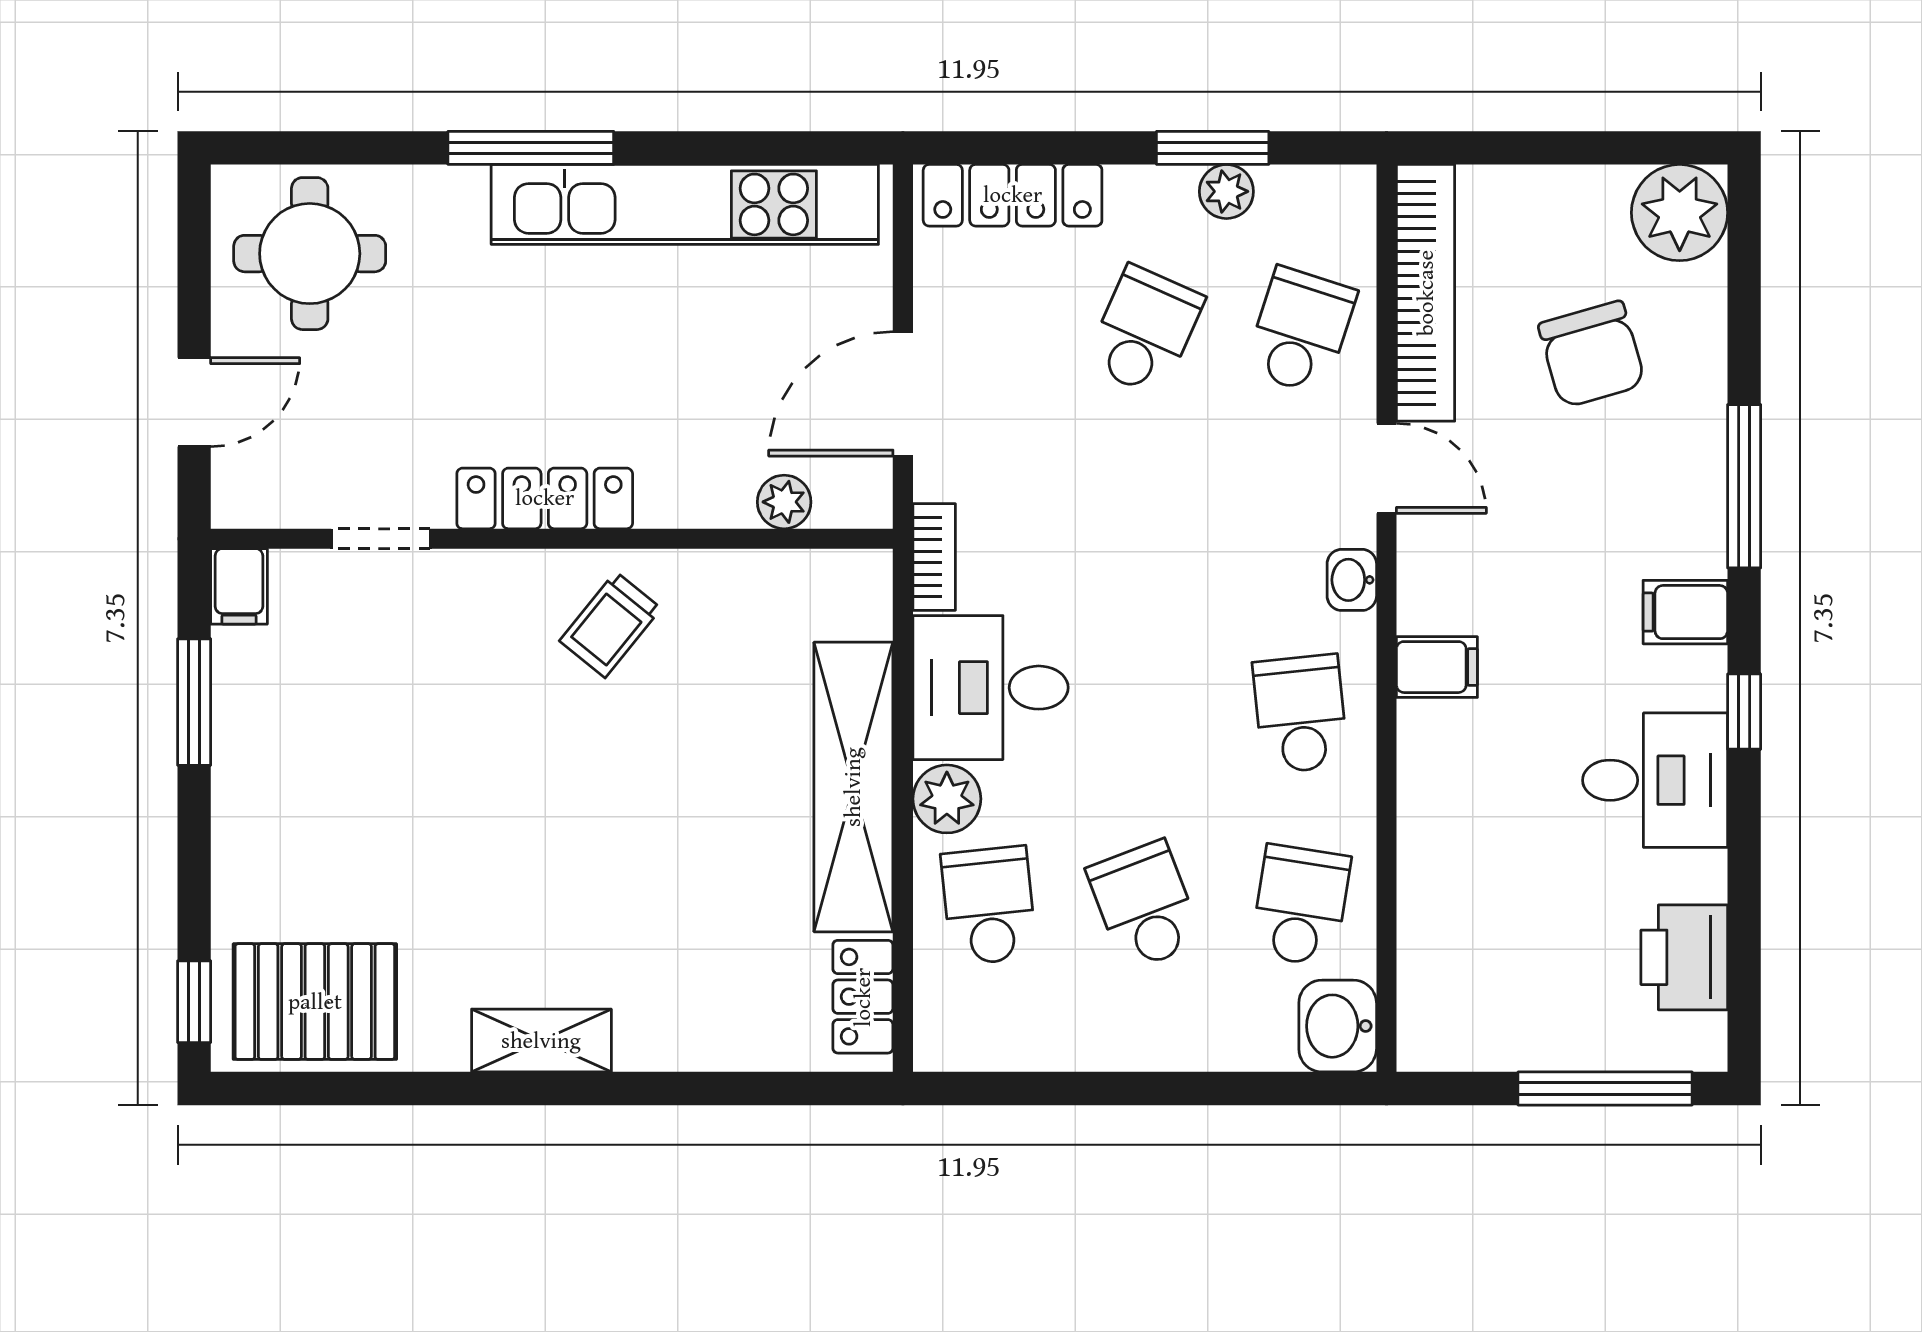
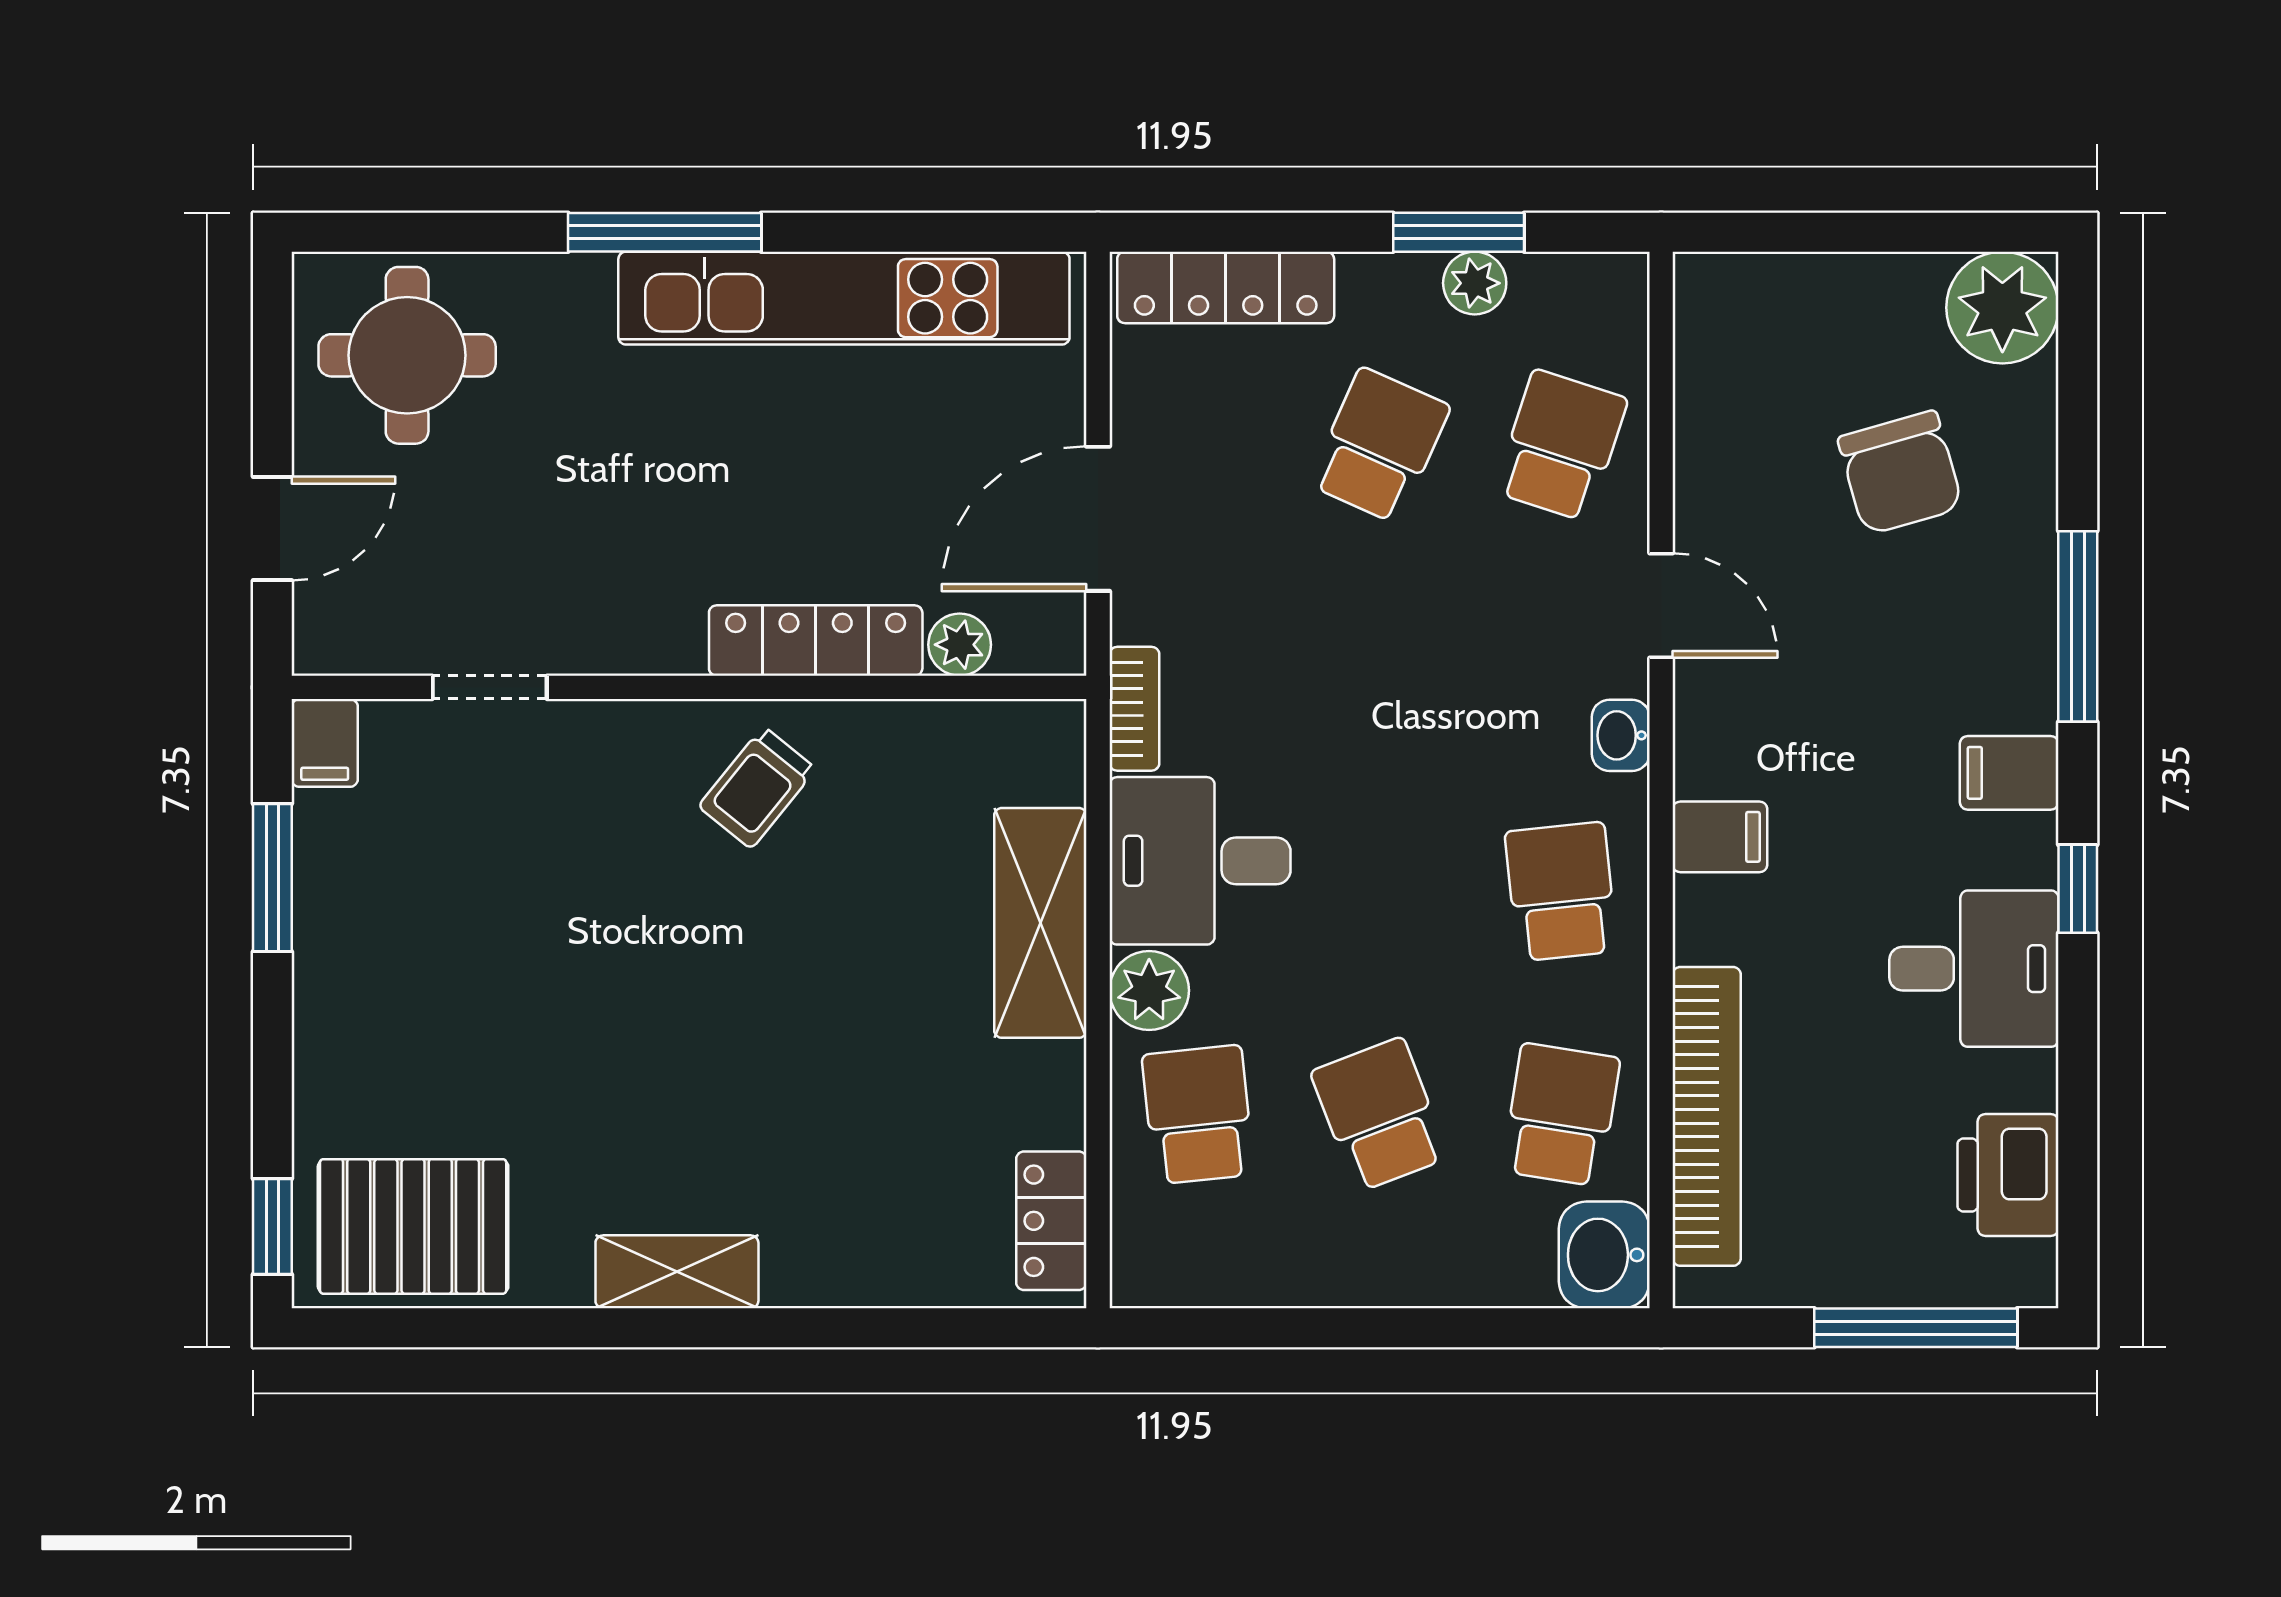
bookcase: (1426, 293) -> (1707, 1116), moved
locker: (545, 498) -> (816, 641), moved
shelving: (853, 787) -> (1040, 923), width x0.68

